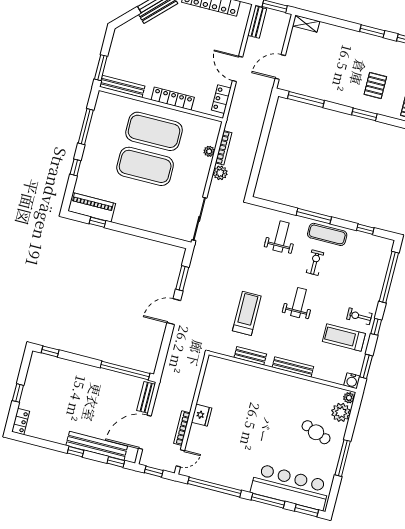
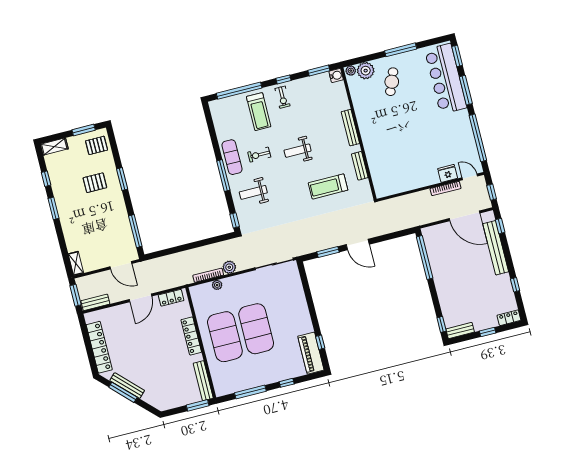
window: (365, 229) -> (235, 220), moved
treadmill: (344, 338) -> (259, 112), moved
bench: (146, 397) -> (460, 330), moved
fridge: (202, 415) -> (448, 173), moved
window: (76, 452) -> (515, 285), moved

